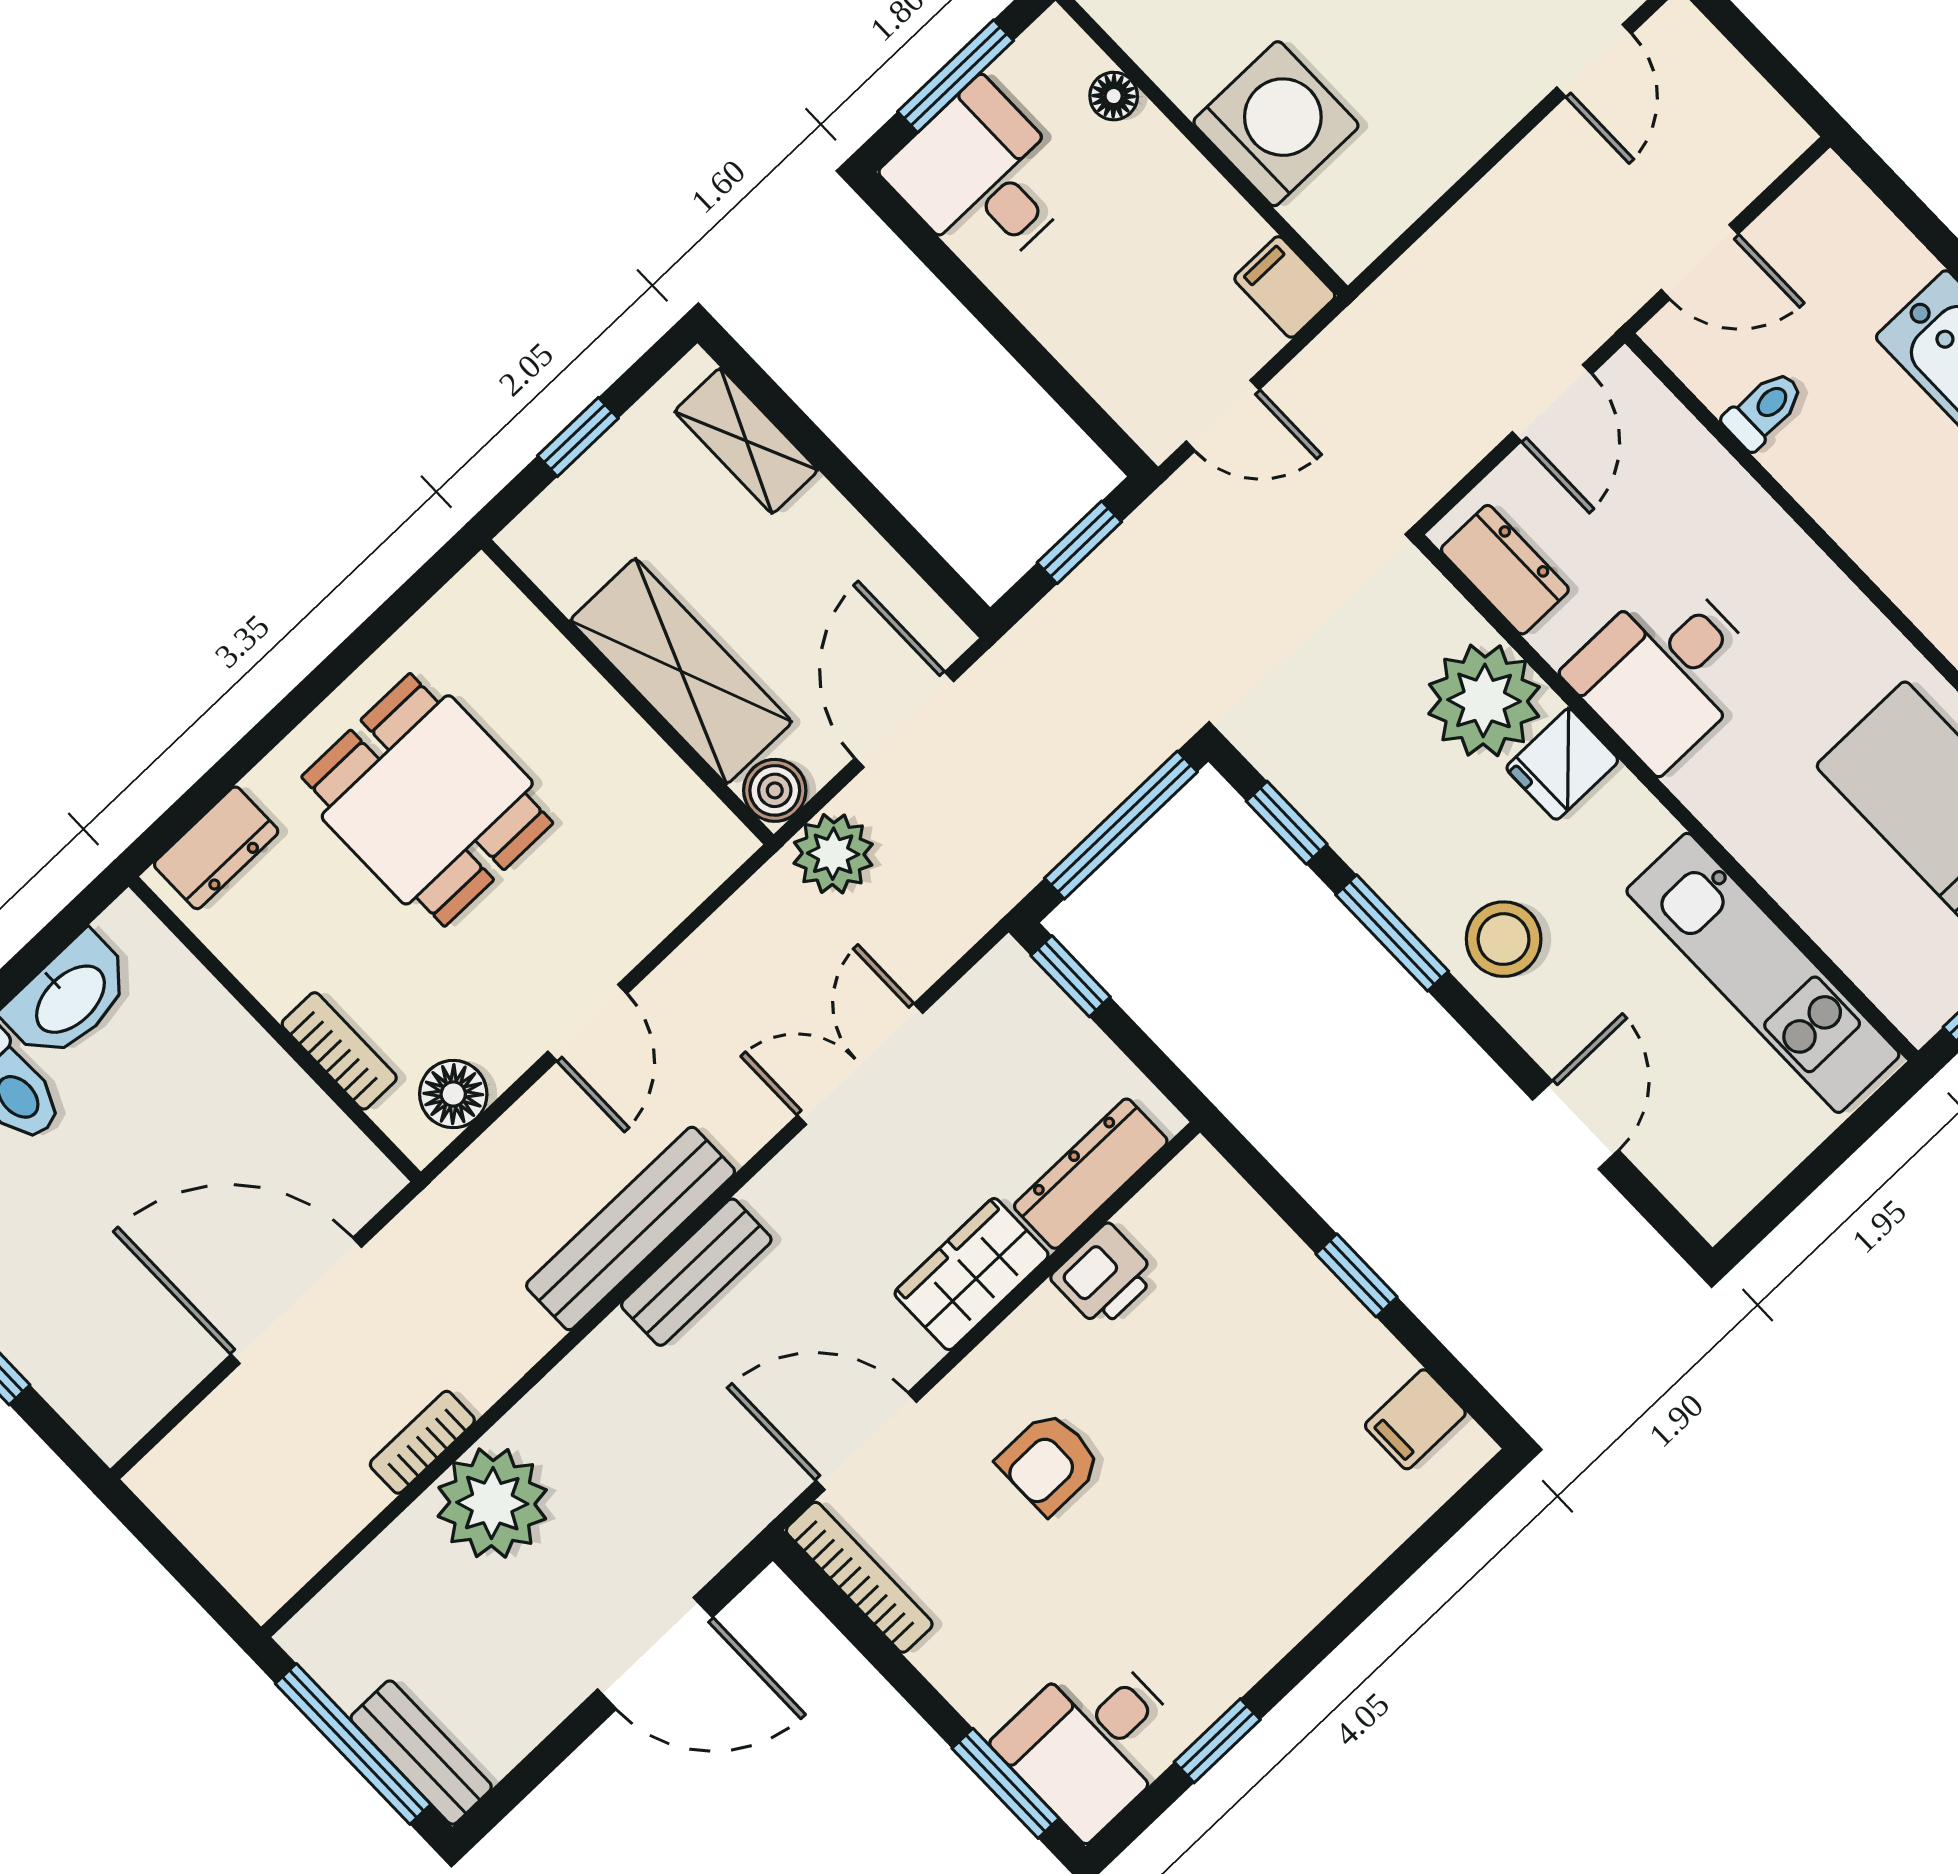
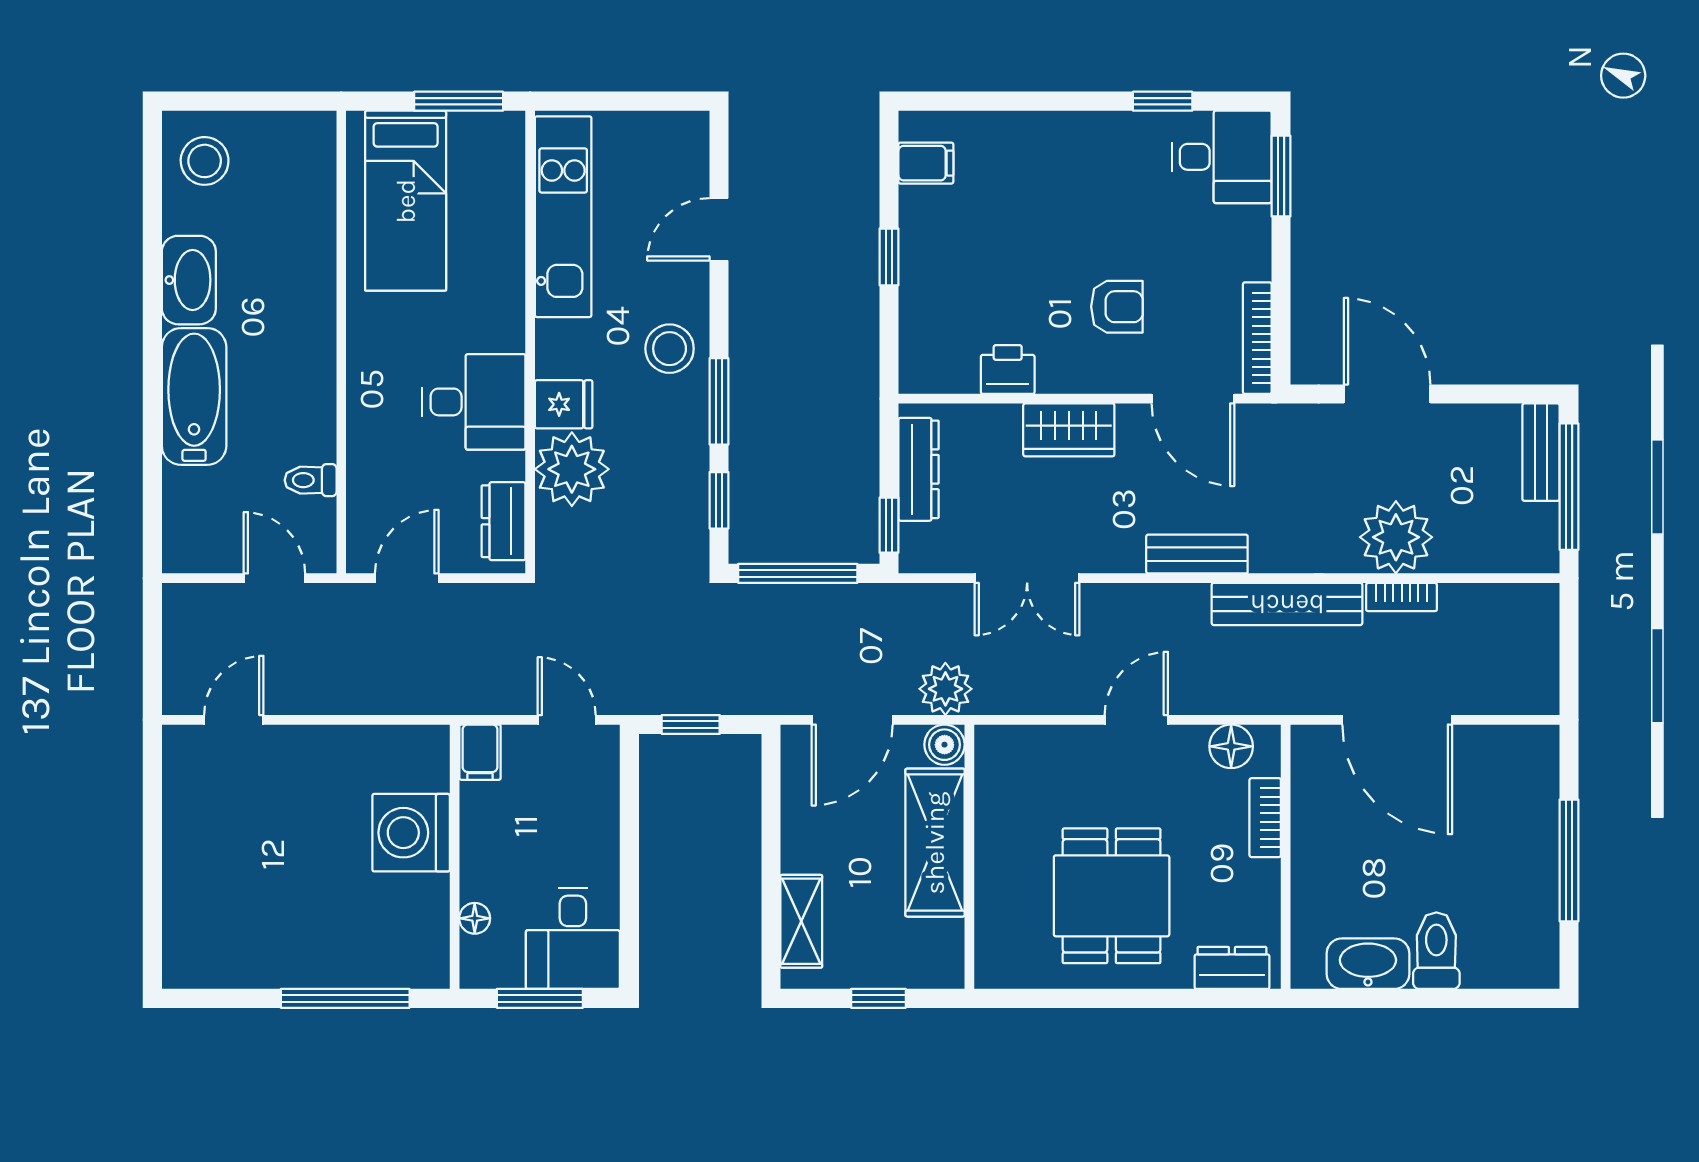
dresser: (1091, 1174) -> (919, 469), moved, turned -90
bench: (631, 1229) -> (1287, 604), moved

